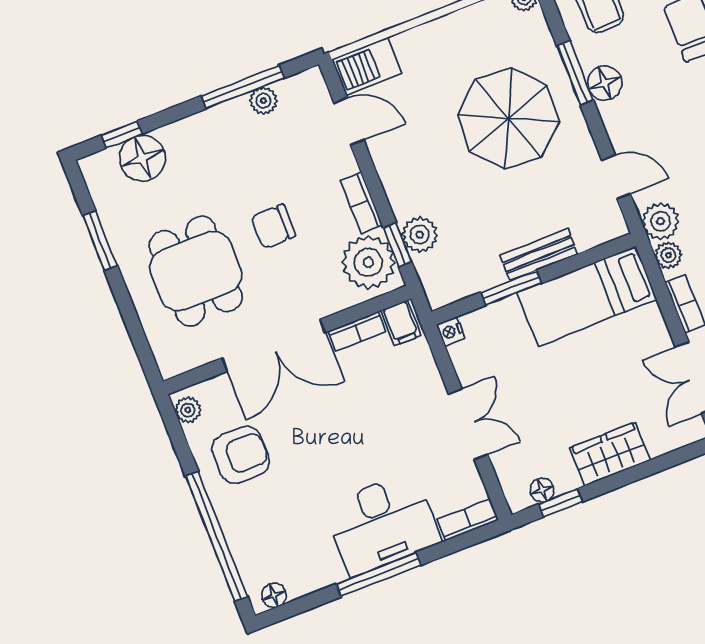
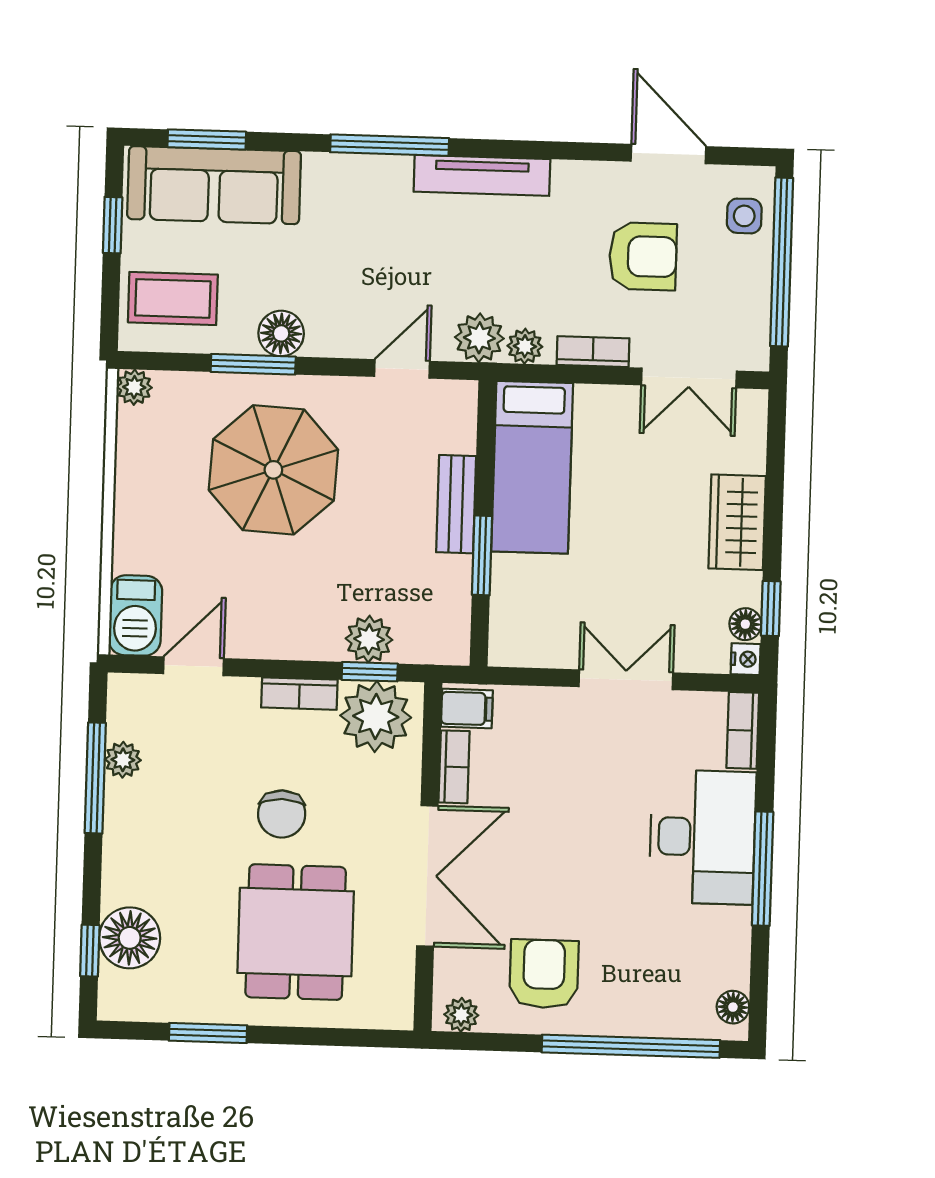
dining table: (196, 271) -> (296, 932), turned 90
nightstand: (451, 331) -> (746, 659), moved, turned -90

